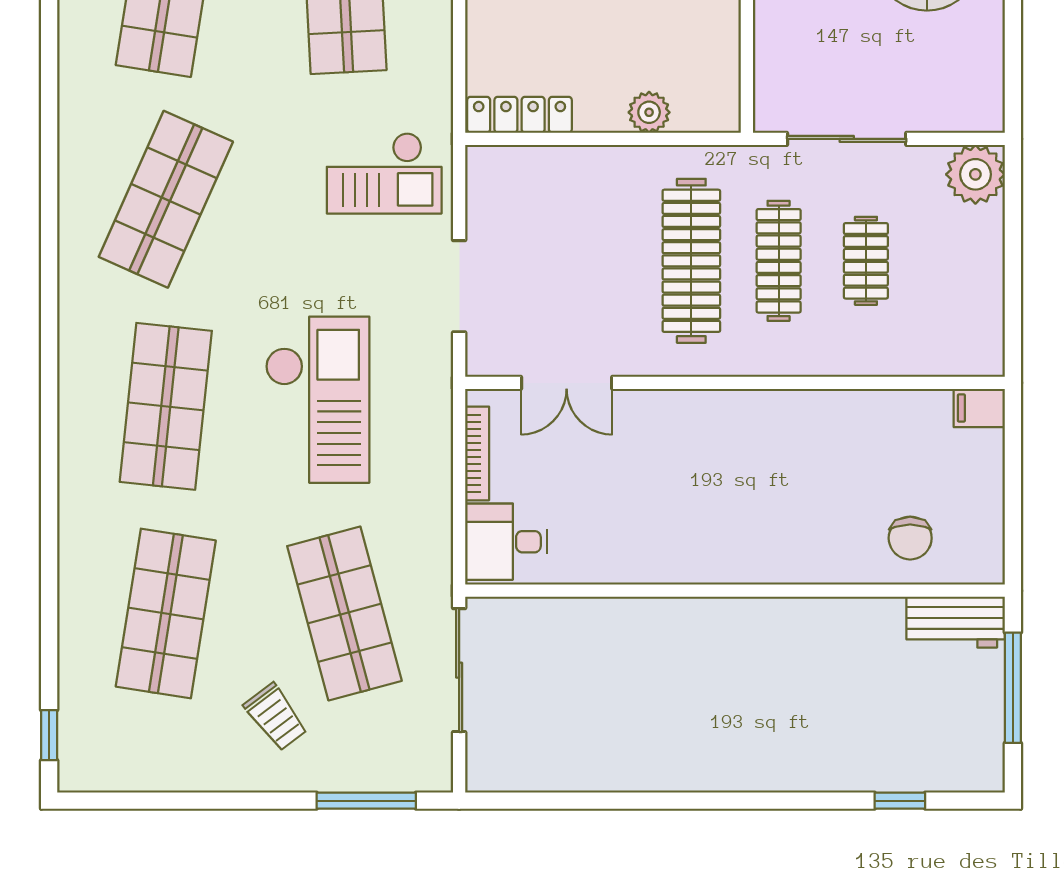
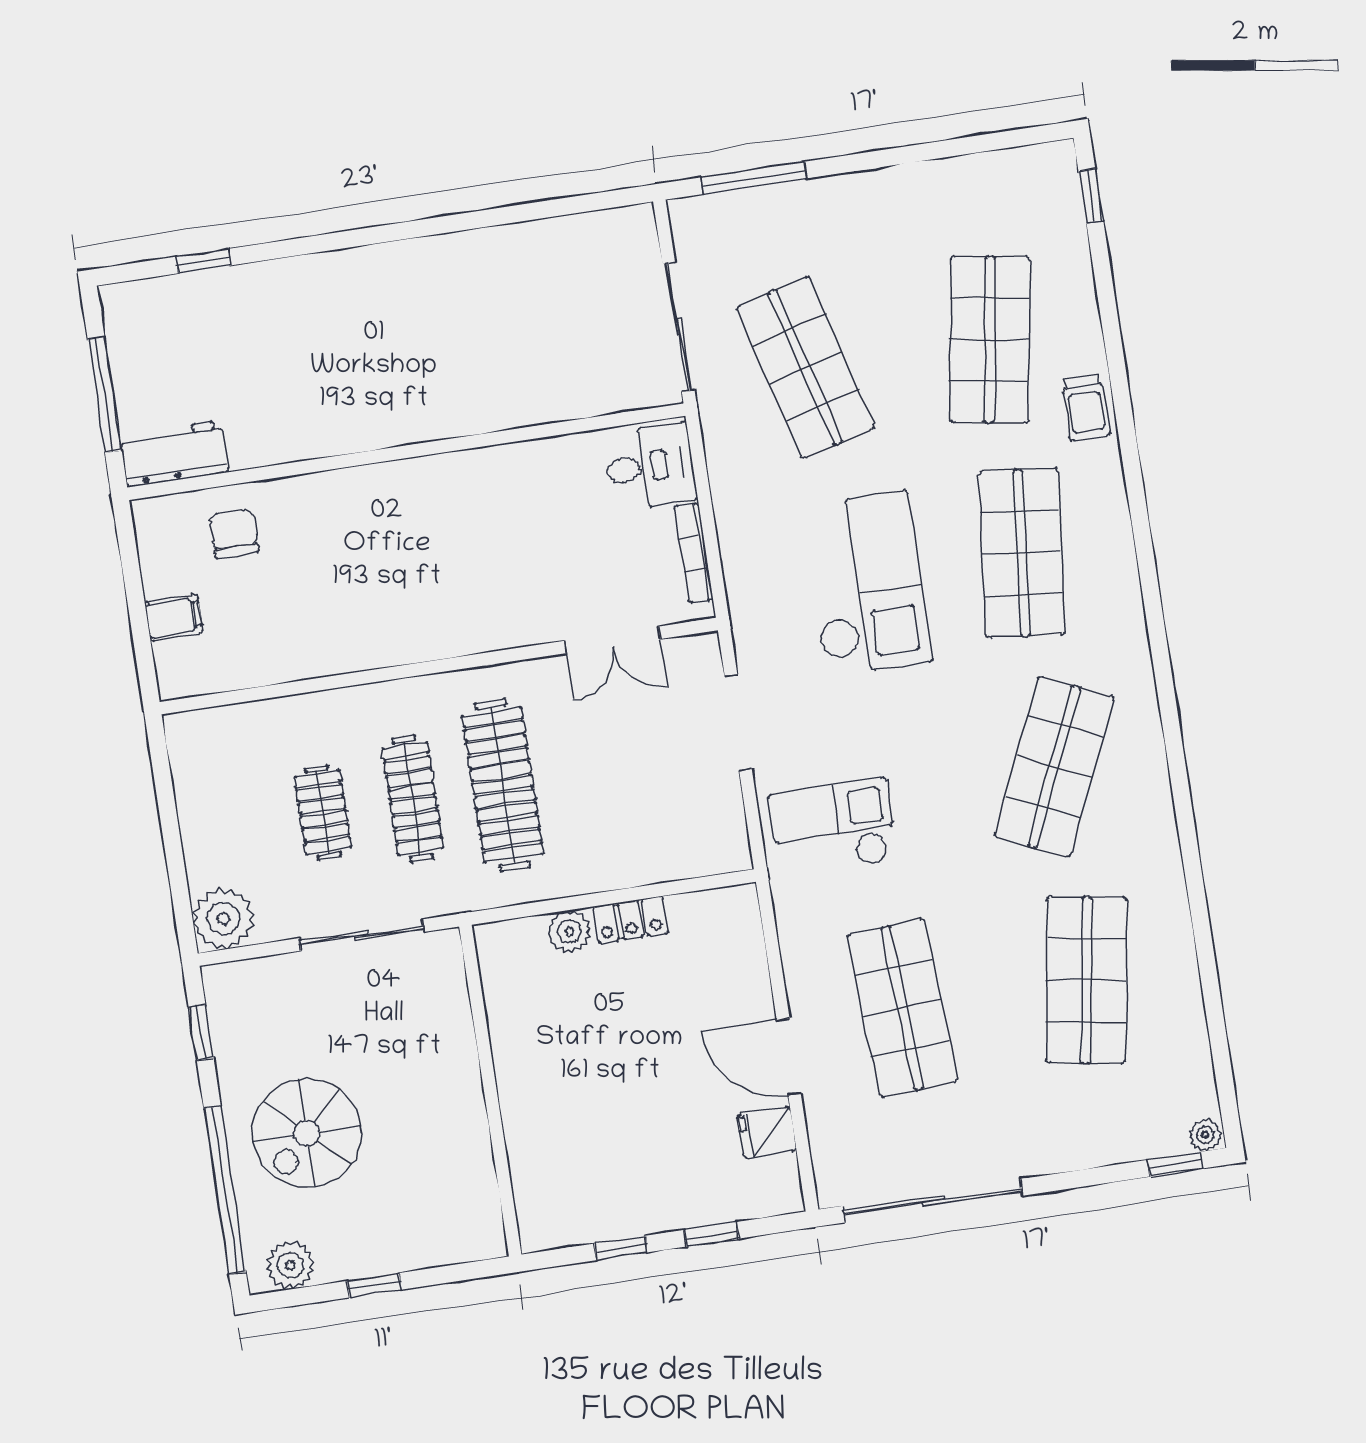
window: (1013, 69) -> (201, 1033), added
locker: (520, 115) -> (630, 920), moved, width x0.66
double door: (567, 383) -> (612, 640), swing flipped
checkout: (317, 400) -> (867, 584), turned 180
filing cabinet: (979, 408) -> (174, 617), moved
trolley: (276, 717) -> (1086, 408), moved, turned -143

